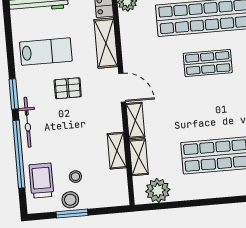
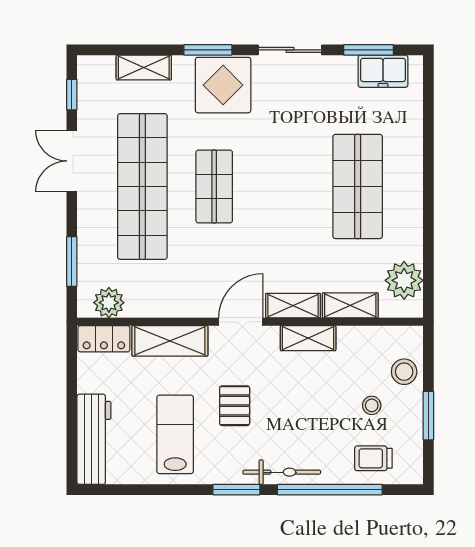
shelving: (117, 151) -> (308, 338), moved
trolley: (41, 181) -> (373, 458), width x0.73, depth x0.72
stool: (70, 200) -> (404, 372), moved

